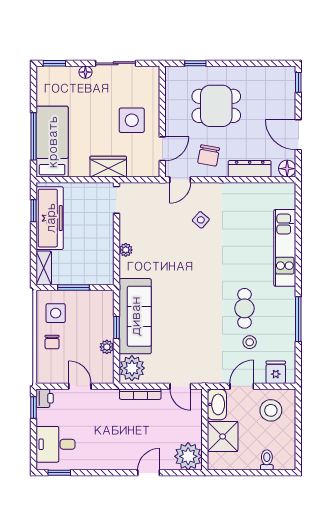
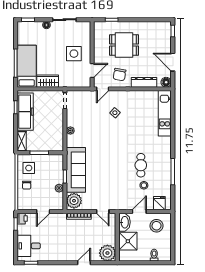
wardrobe: (108, 167) -> (48, 81), moved
kitchen unit: (285, 248) -> (165, 113), moved
door: (80, 386) -> (43, 211), swing flipped

